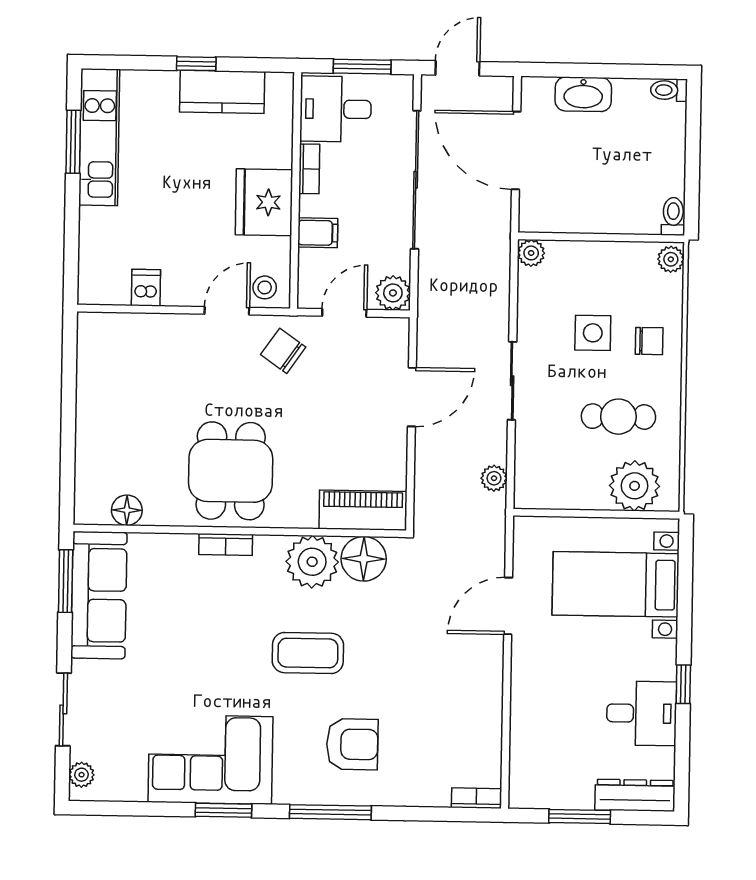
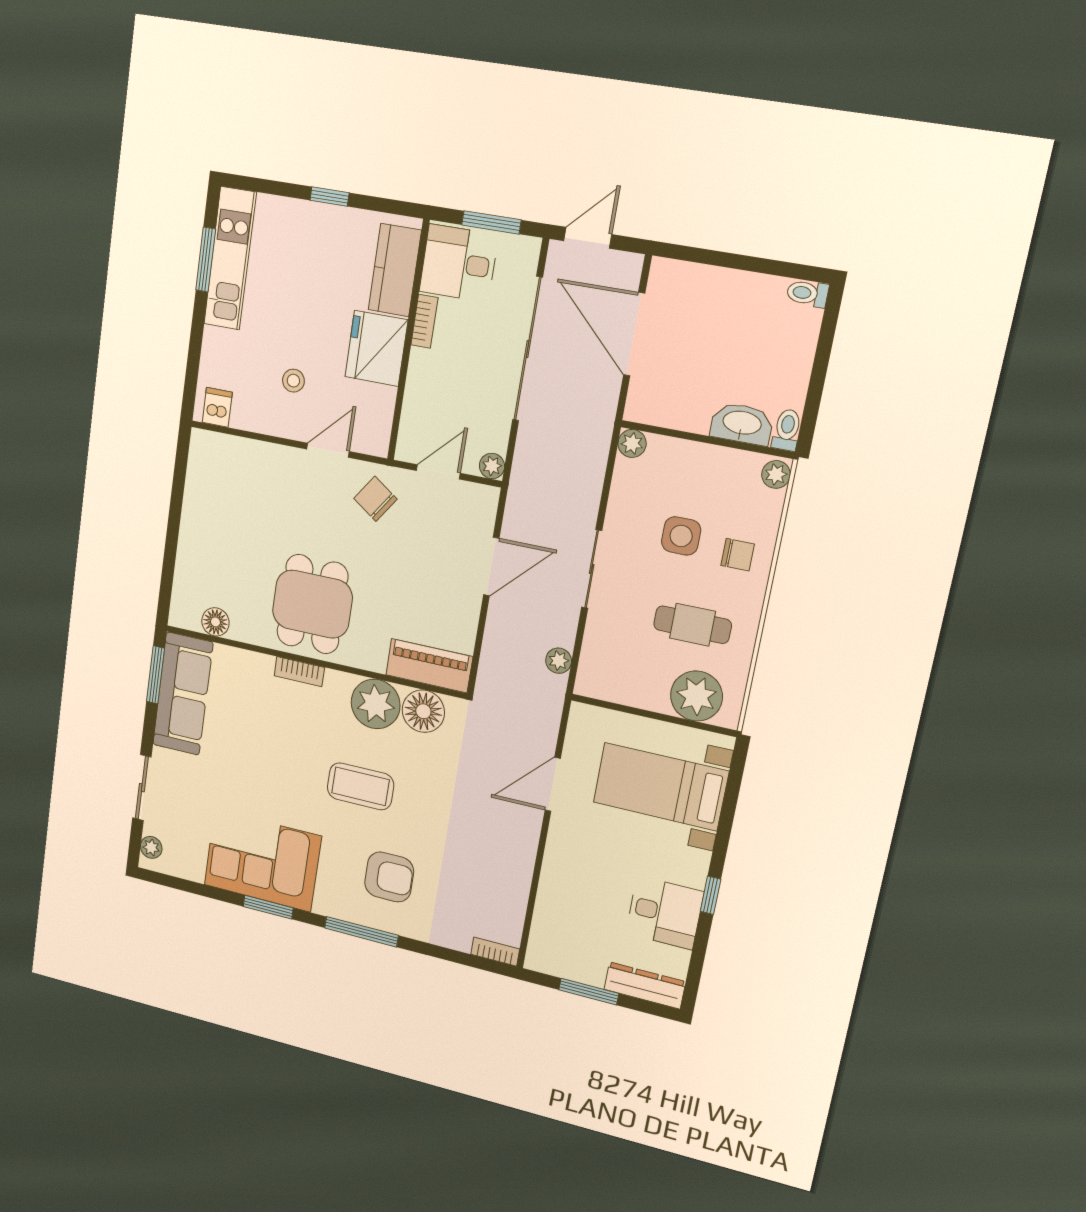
kitchen counter: (222, 92) -> (395, 270), moved, turned 90
washbasin: (583, 94) -> (742, 424), moved, turned 180
filing cabinet: (318, 233) -> (424, 388), removed
stool: (265, 287) -> (293, 381), moved
dishwasher: (146, 288) -> (217, 407), moved
plant: (393, 293) -> (492, 466), width x0.73, depth x0.73

